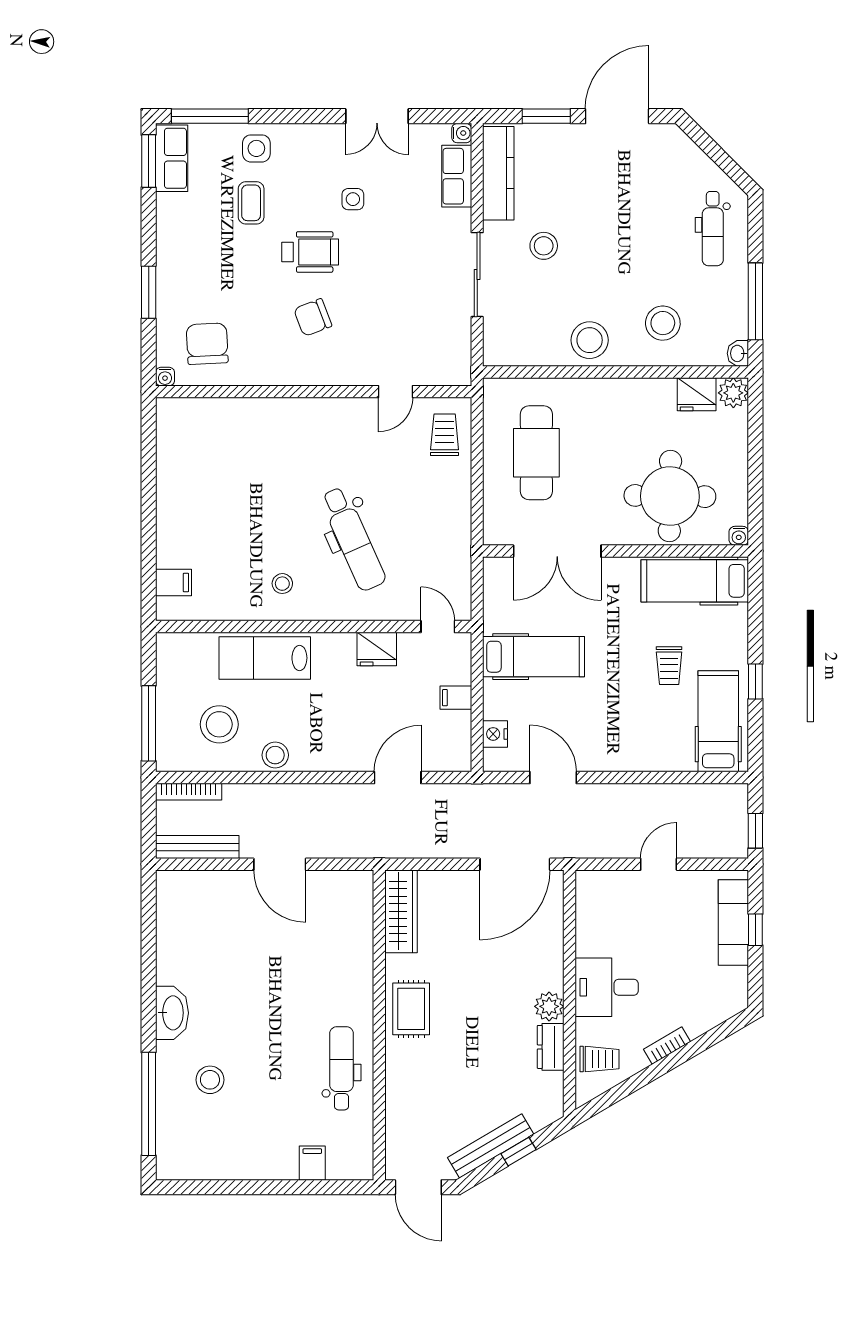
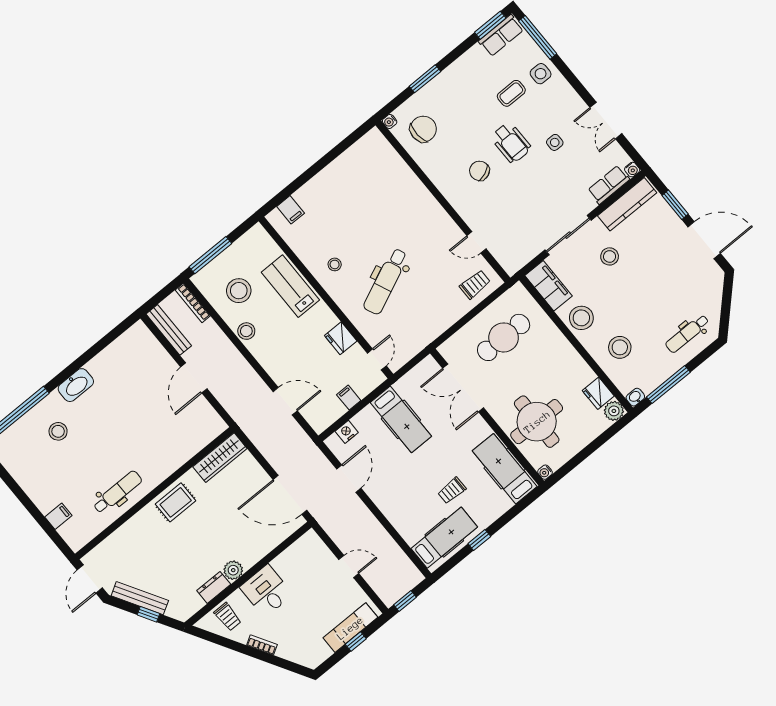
filing cabinet: (519, 348) -> (549, 286), added

